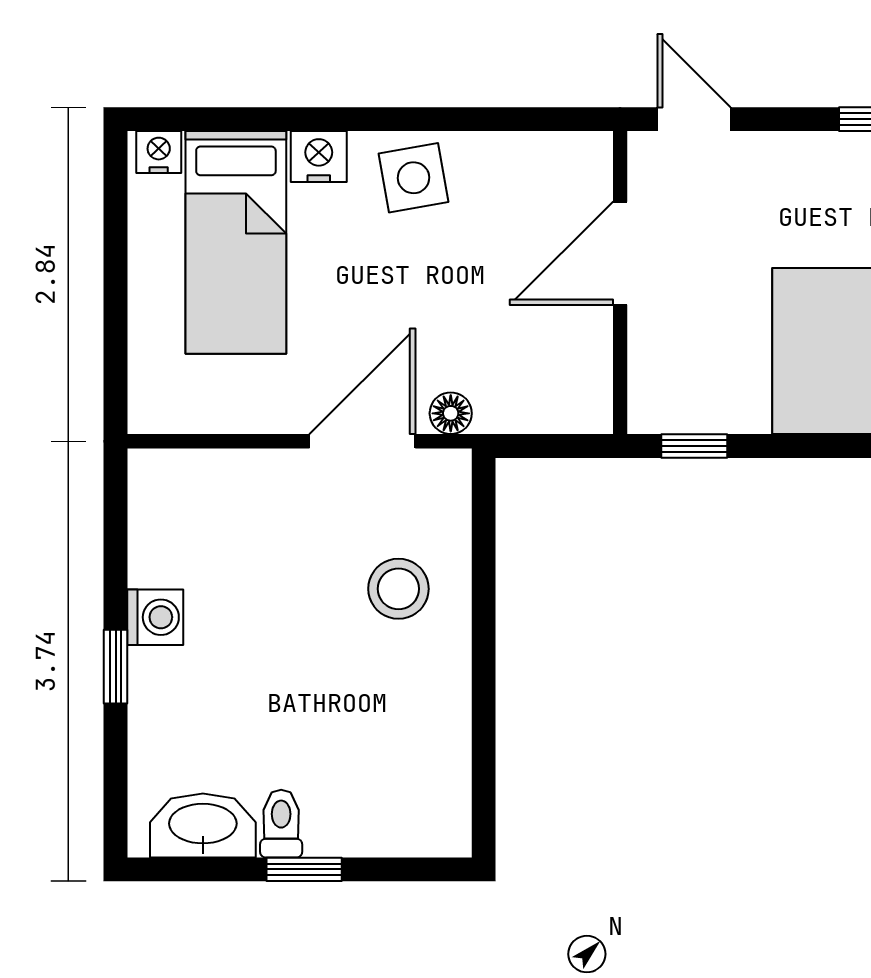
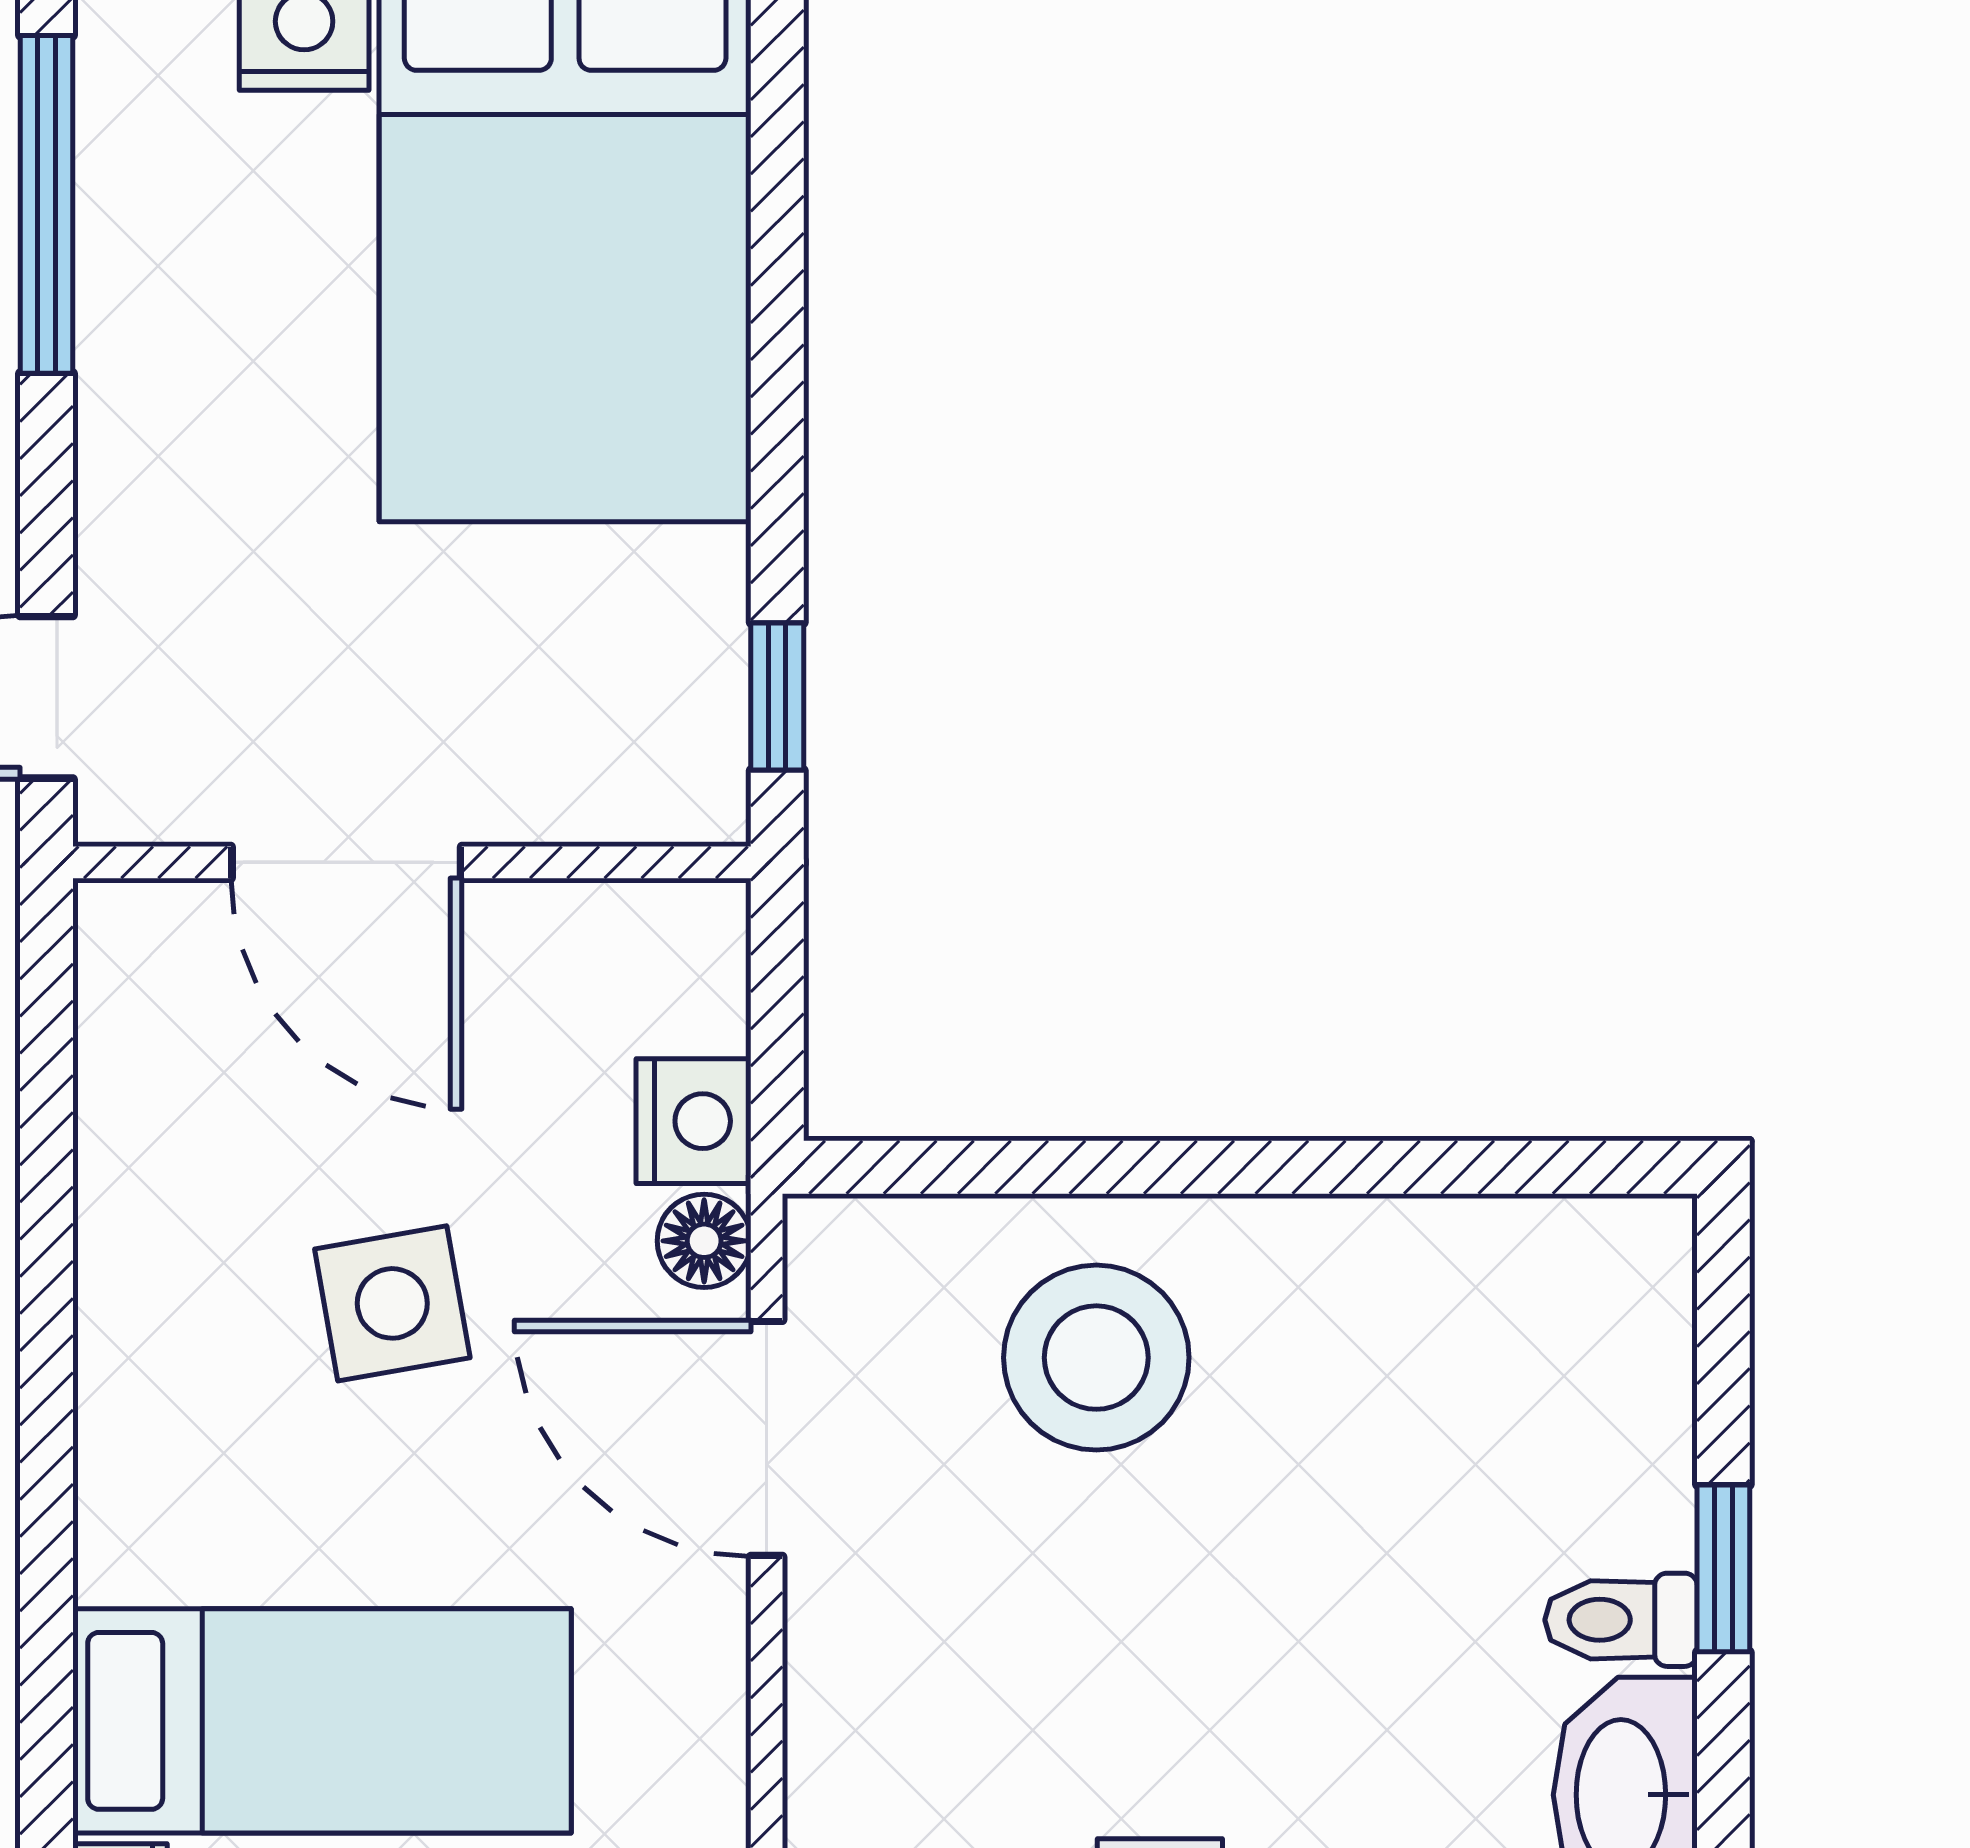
nightstand: (319, 157) -> (694, 1121), moved, turned 180
side table: (413, 178) -> (392, 1303), moved
stool: (398, 589) -> (1096, 1358), width x1.38, depth x1.38

